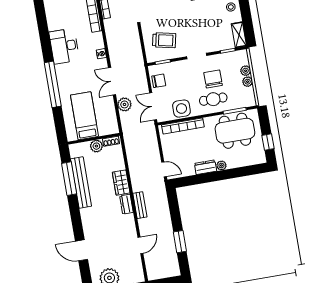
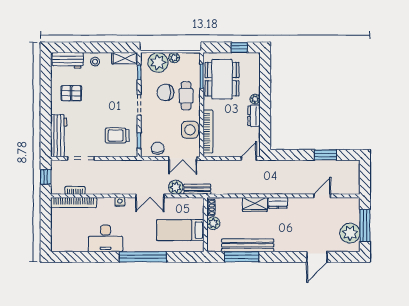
trolley: (164, 40) -> (117, 135), turned -102
plant: (246, 71) -> (158, 62), width x1.87, depth x1.87
bench: (140, 205) -> (197, 189), moved
door: (140, 245) -> (322, 196), hinge flipped

